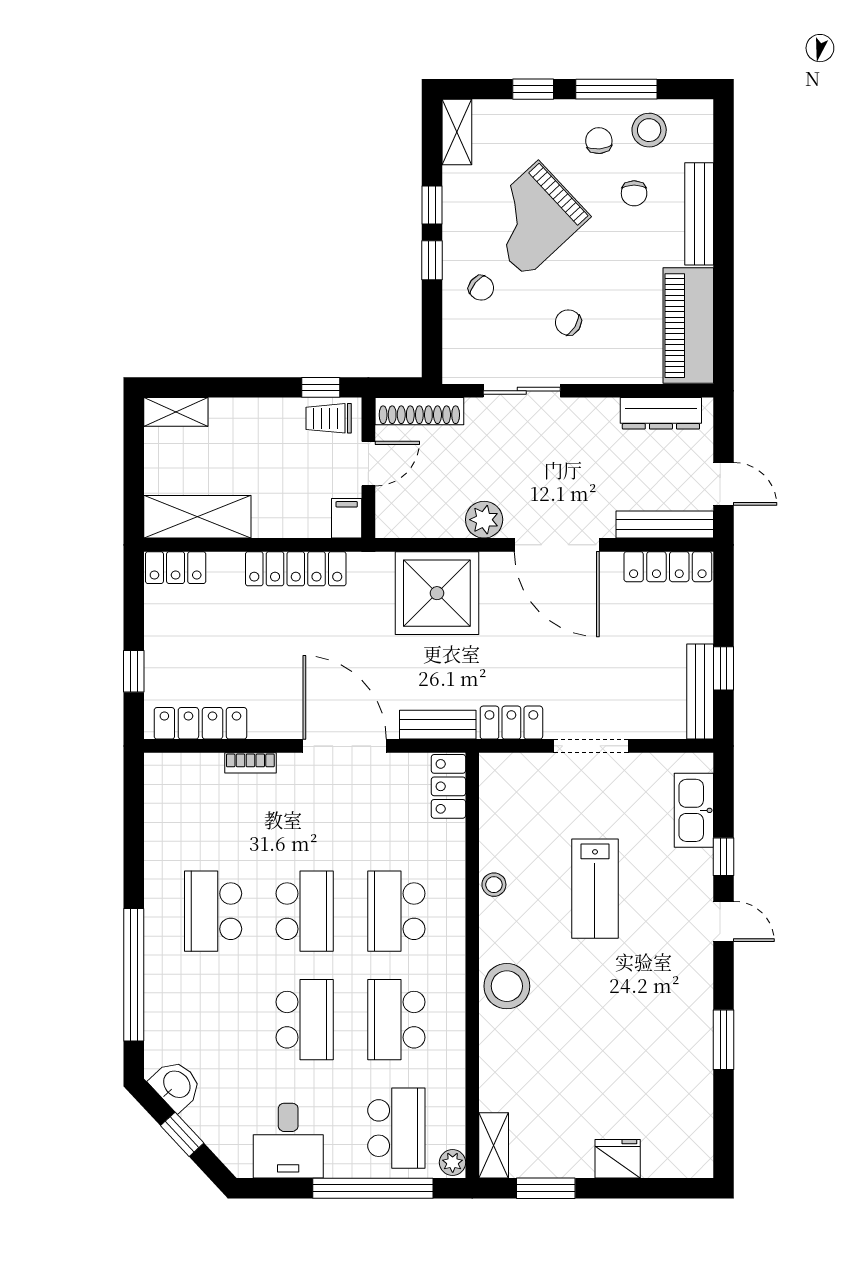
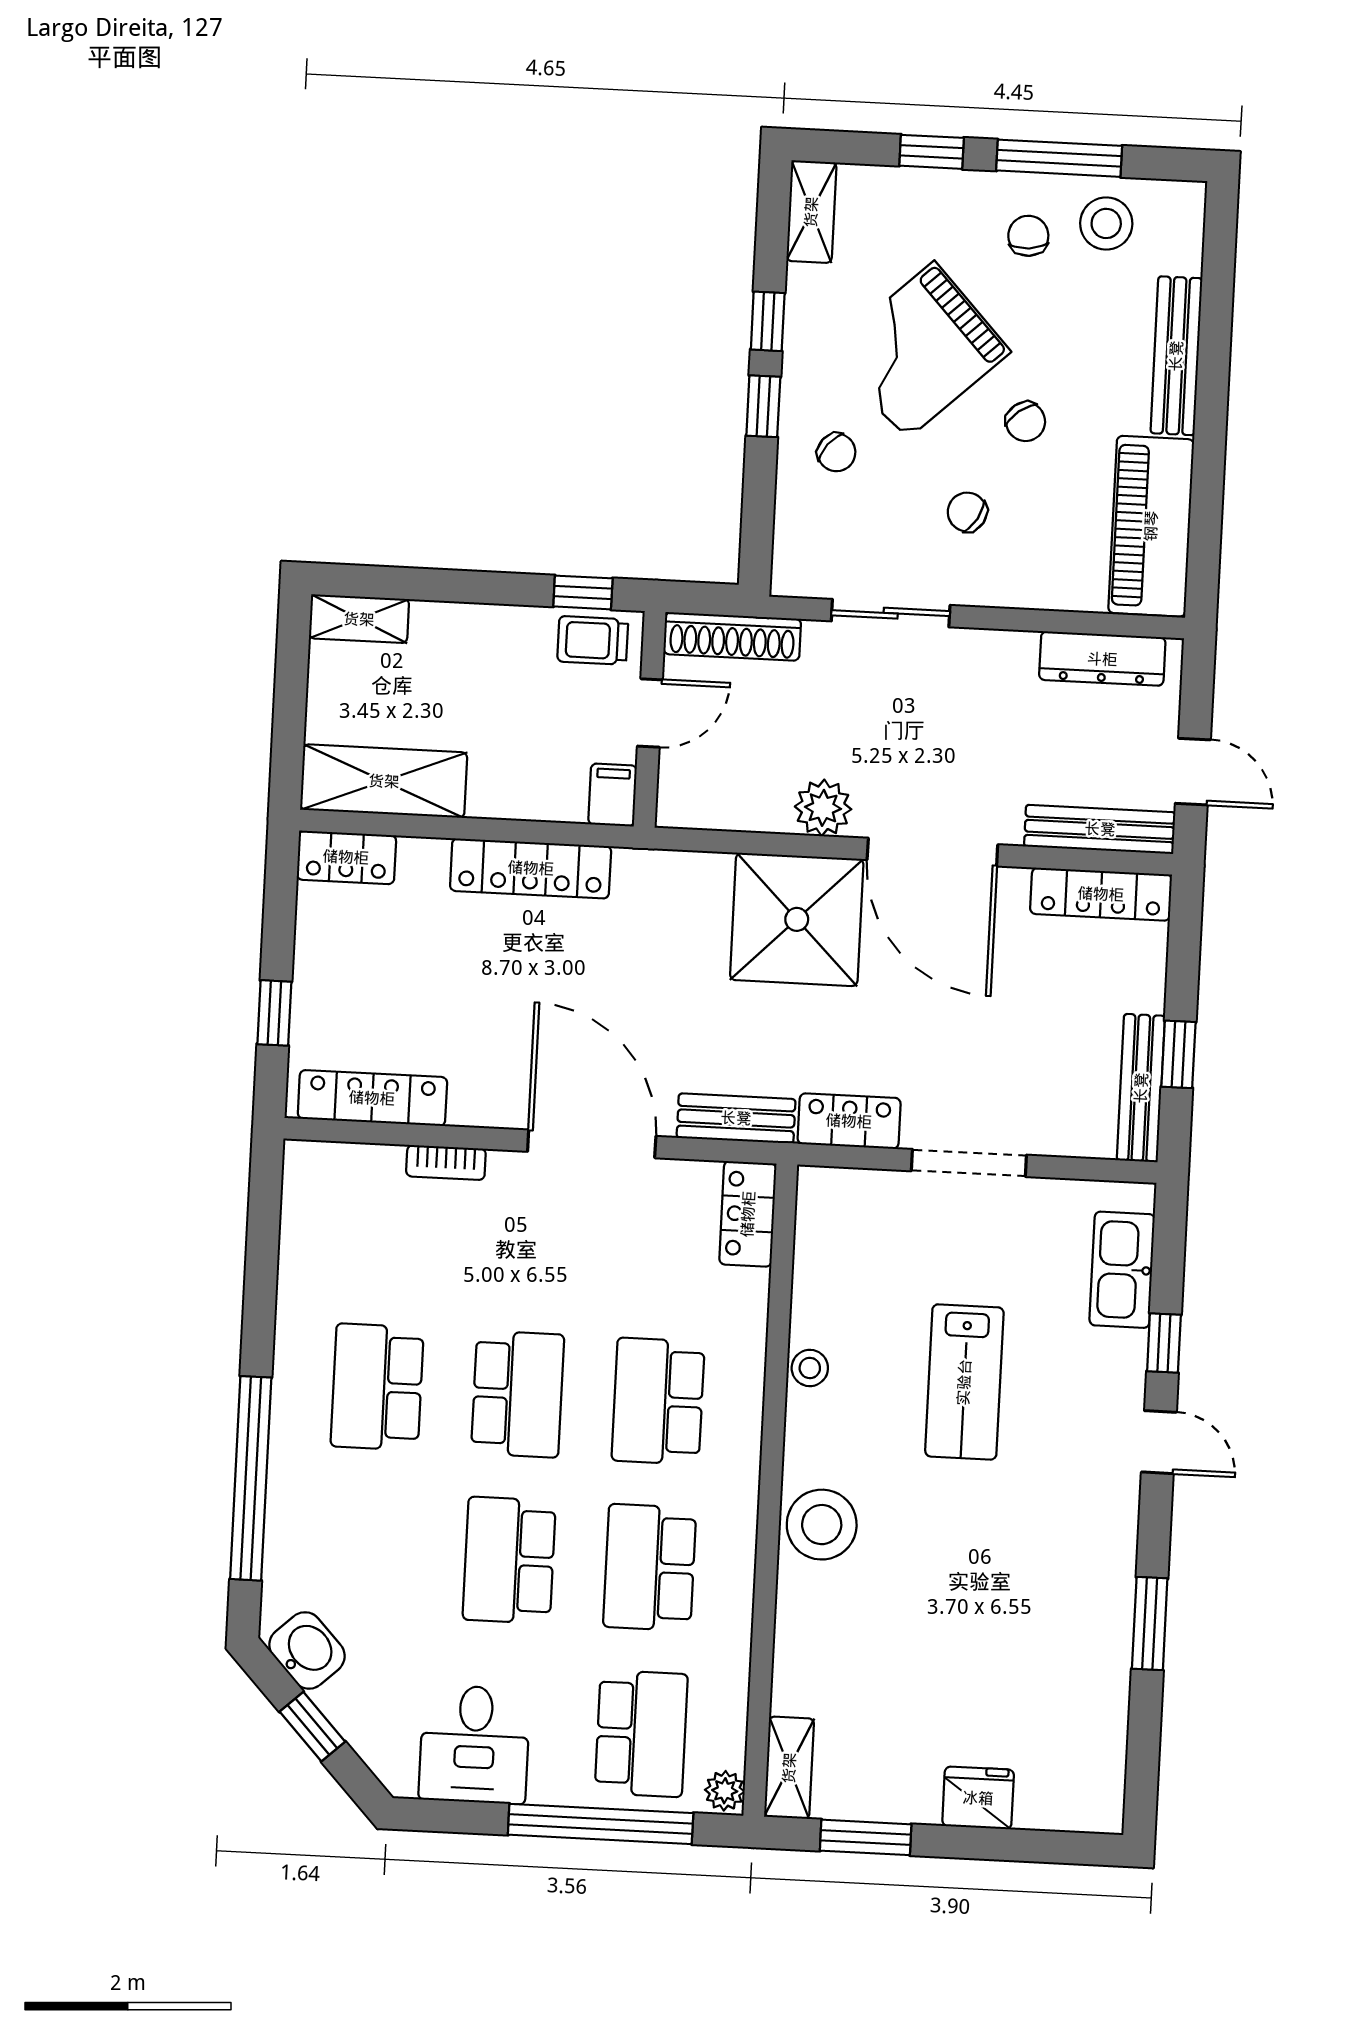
chair: (634, 193) -> (1026, 422), moved, turned -37
shower: (437, 593) -> (797, 919), moved
school desk: (305, 1020) -> (509, 1560), turned 180

